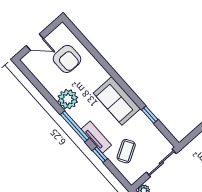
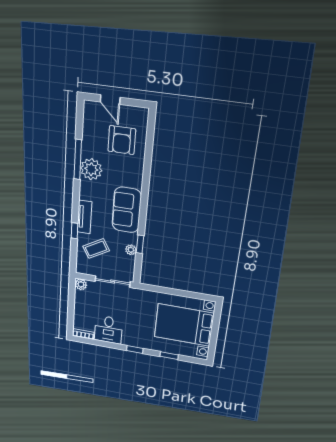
plant: (148, 125) -> (131, 250), added
window: (75, 126) -> (78, 159), moved

